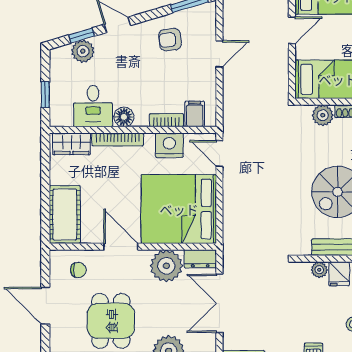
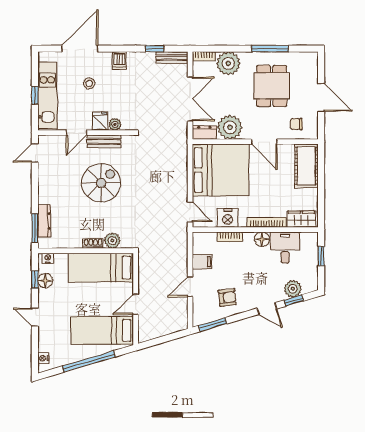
filing cabinet: (195, 114) -> (202, 262), moved, turned -90

